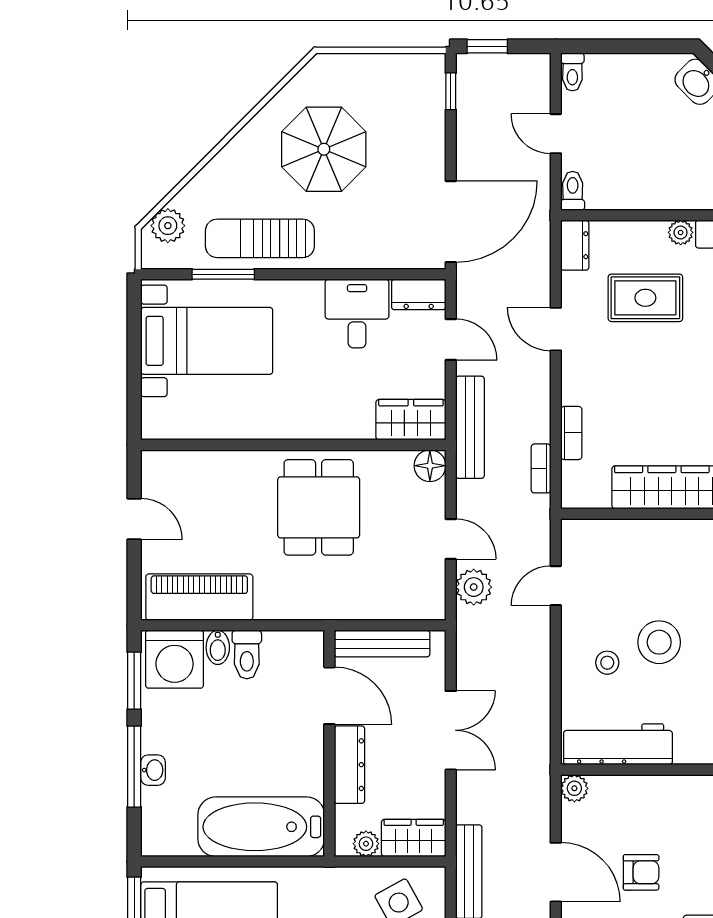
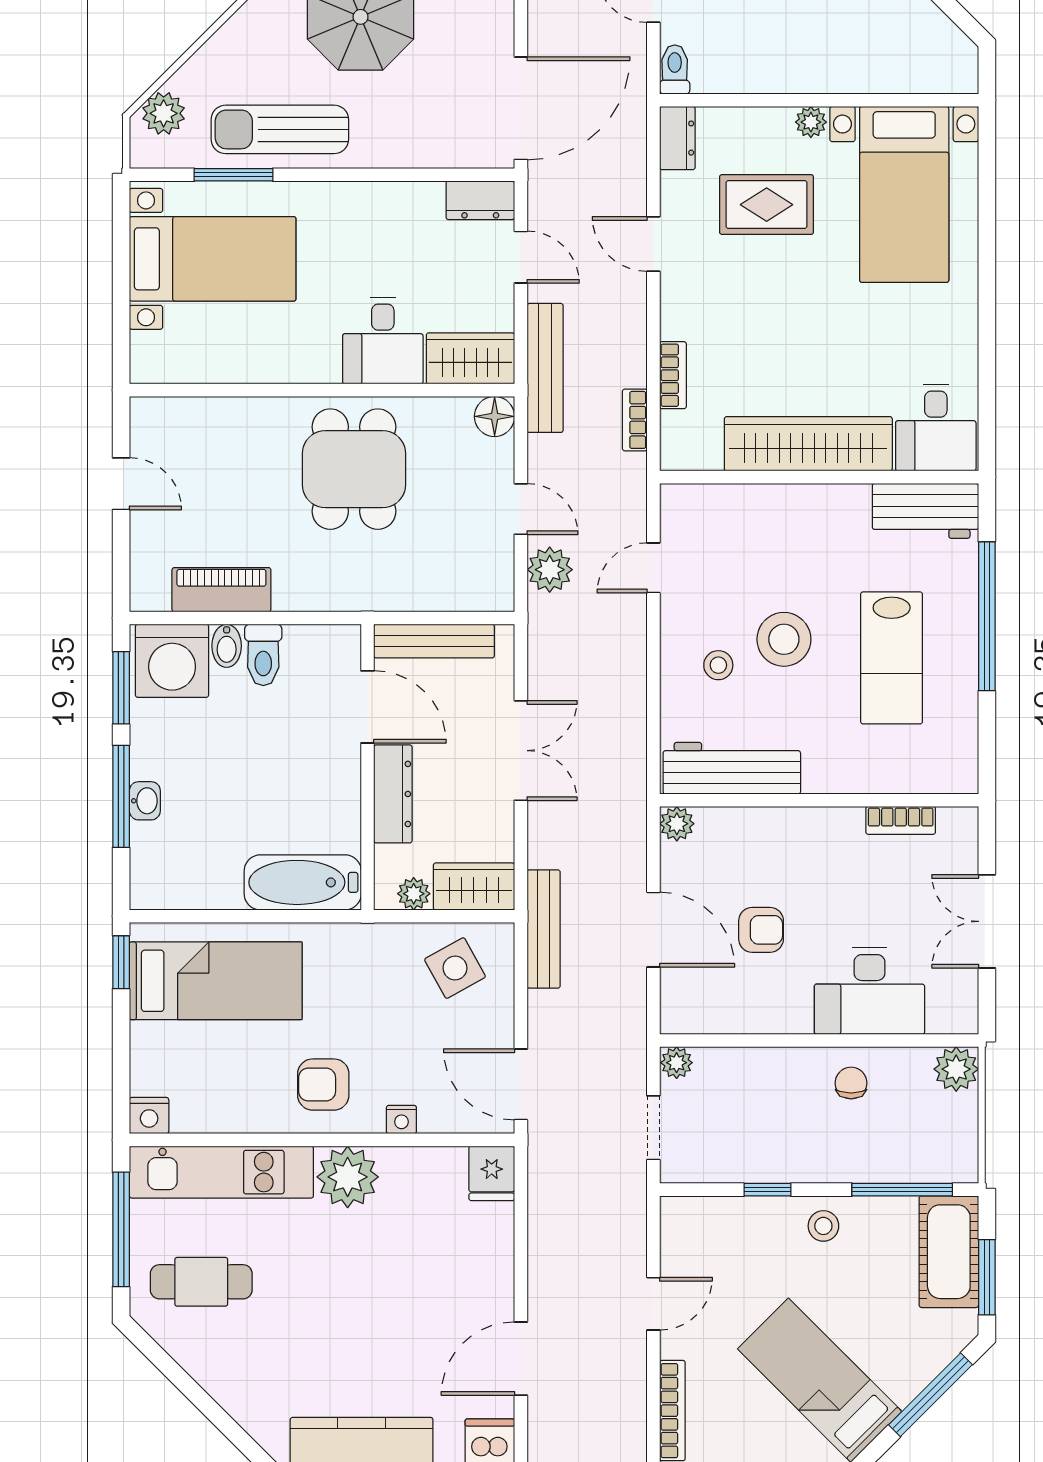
desk: (357, 314) -> (383, 341), moved, turned 180
piano: (199, 597) -> (221, 590), width x0.73, depth x0.75
bathtub: (261, 827) -> (303, 882), width x0.73, depth x0.73

